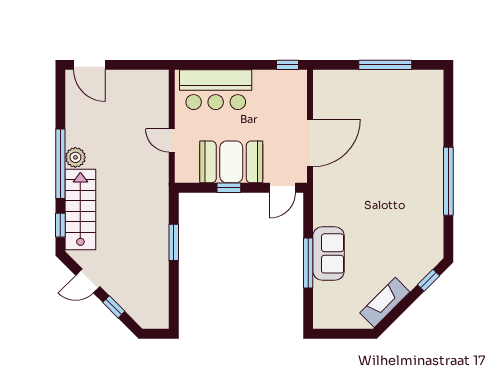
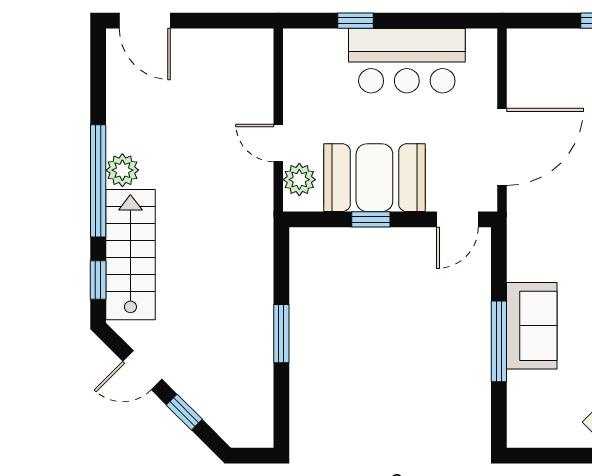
window: (287, 65) -> (355, 21), moved
bar counter: (216, 90) -> (407, 61), moved
plant: (185, 163) -> (299, 180), added
window: (174, 242) -> (281, 334), moved

